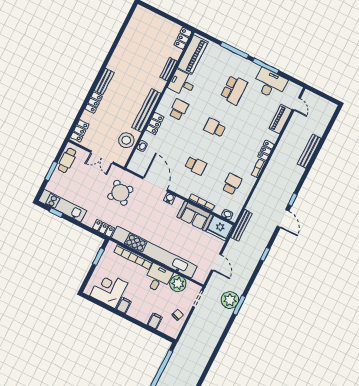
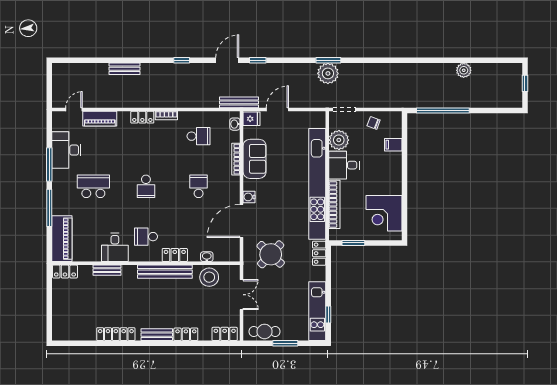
locker: (119, 52) -> (116, 334), added
piano: (193, 55) -> (62, 239), moved, turned 90
bench: (309, 151) -> (125, 69), width x0.73
school desk: (232, 184) -> (199, 136), turned 180
door: (283, 219) -> (227, 60), moved
fridge: (220, 228) -> (252, 119), width x0.53, depth x0.75
door: (216, 262) -> (277, 109), moved
filing cabinet: (124, 305) -> (393, 188), removed

